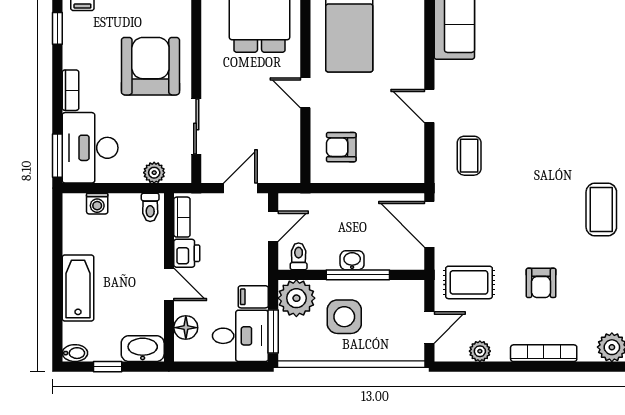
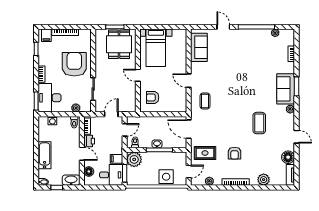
side table: (344, 317) -> (166, 177), moved

